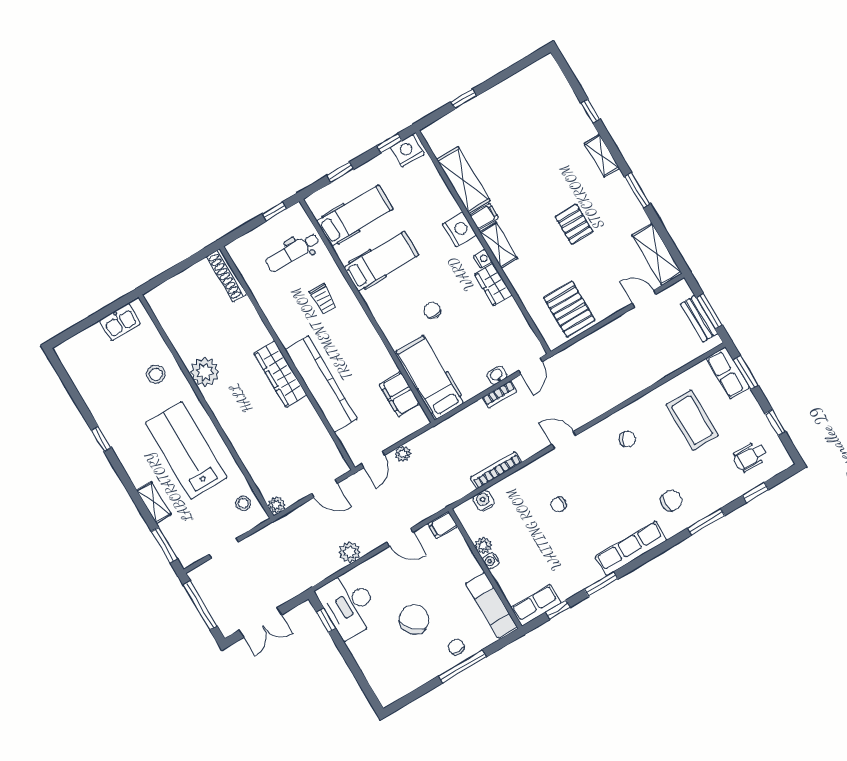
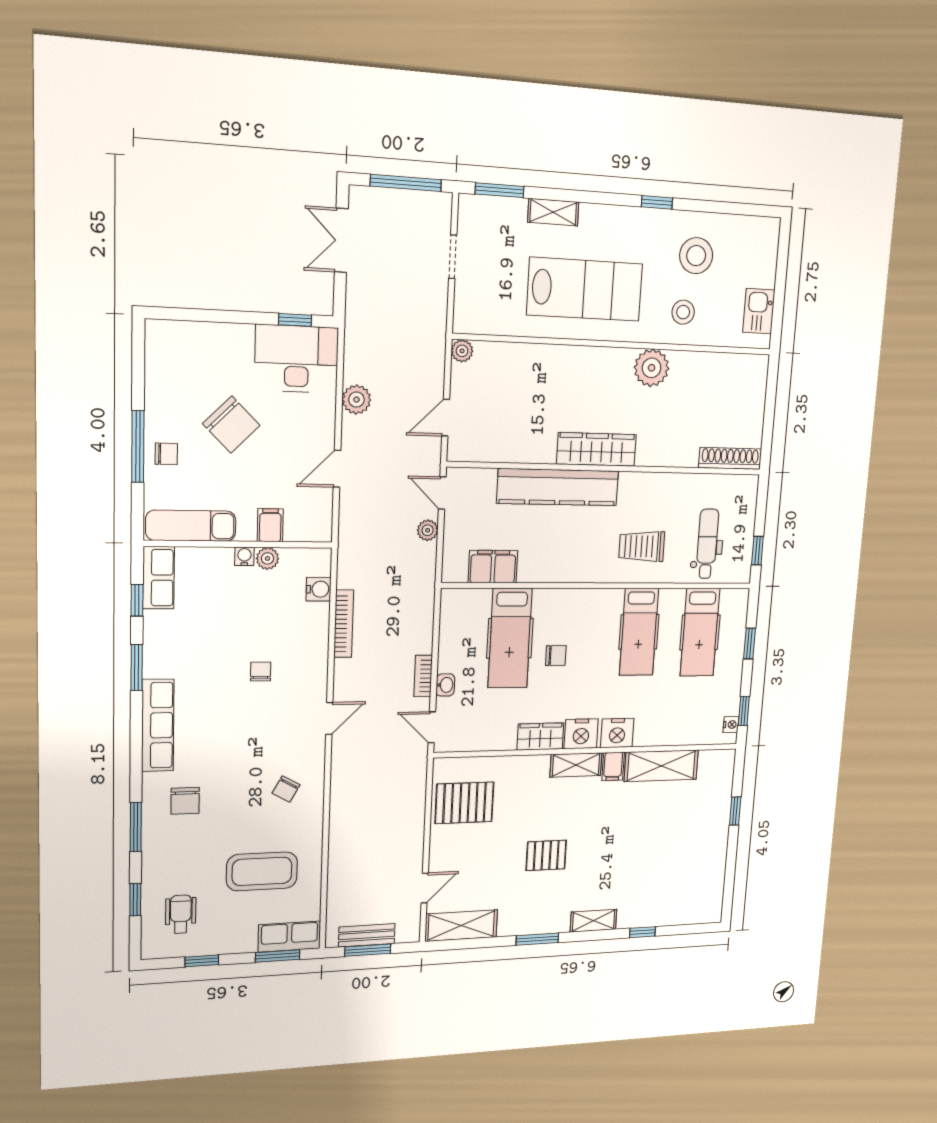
nightstand: (407, 151) -> (731, 725), width x0.53, depth x0.56
nightstand: (483, 259) -> (581, 734), width x1.89, depth x1.79
trolley: (323, 299) -> (642, 546), width x1.36, depth x1.39
hospital bed: (430, 377) -> (510, 638), moved, turned 90
stool: (243, 503) -> (696, 256), moved, width x1.89, depth x1.89
filing cabinet: (443, 525) -> (270, 525), moved

